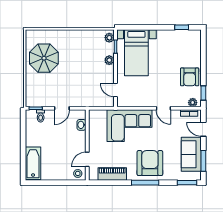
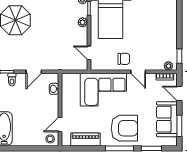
armchair: (190, 77) -> (165, 39), removed
chair: (149, 96) -> (124, 59), added
armchair: (150, 163) -> (124, 128), turned 90
window: (187, 183) -> (151, 148), moved

